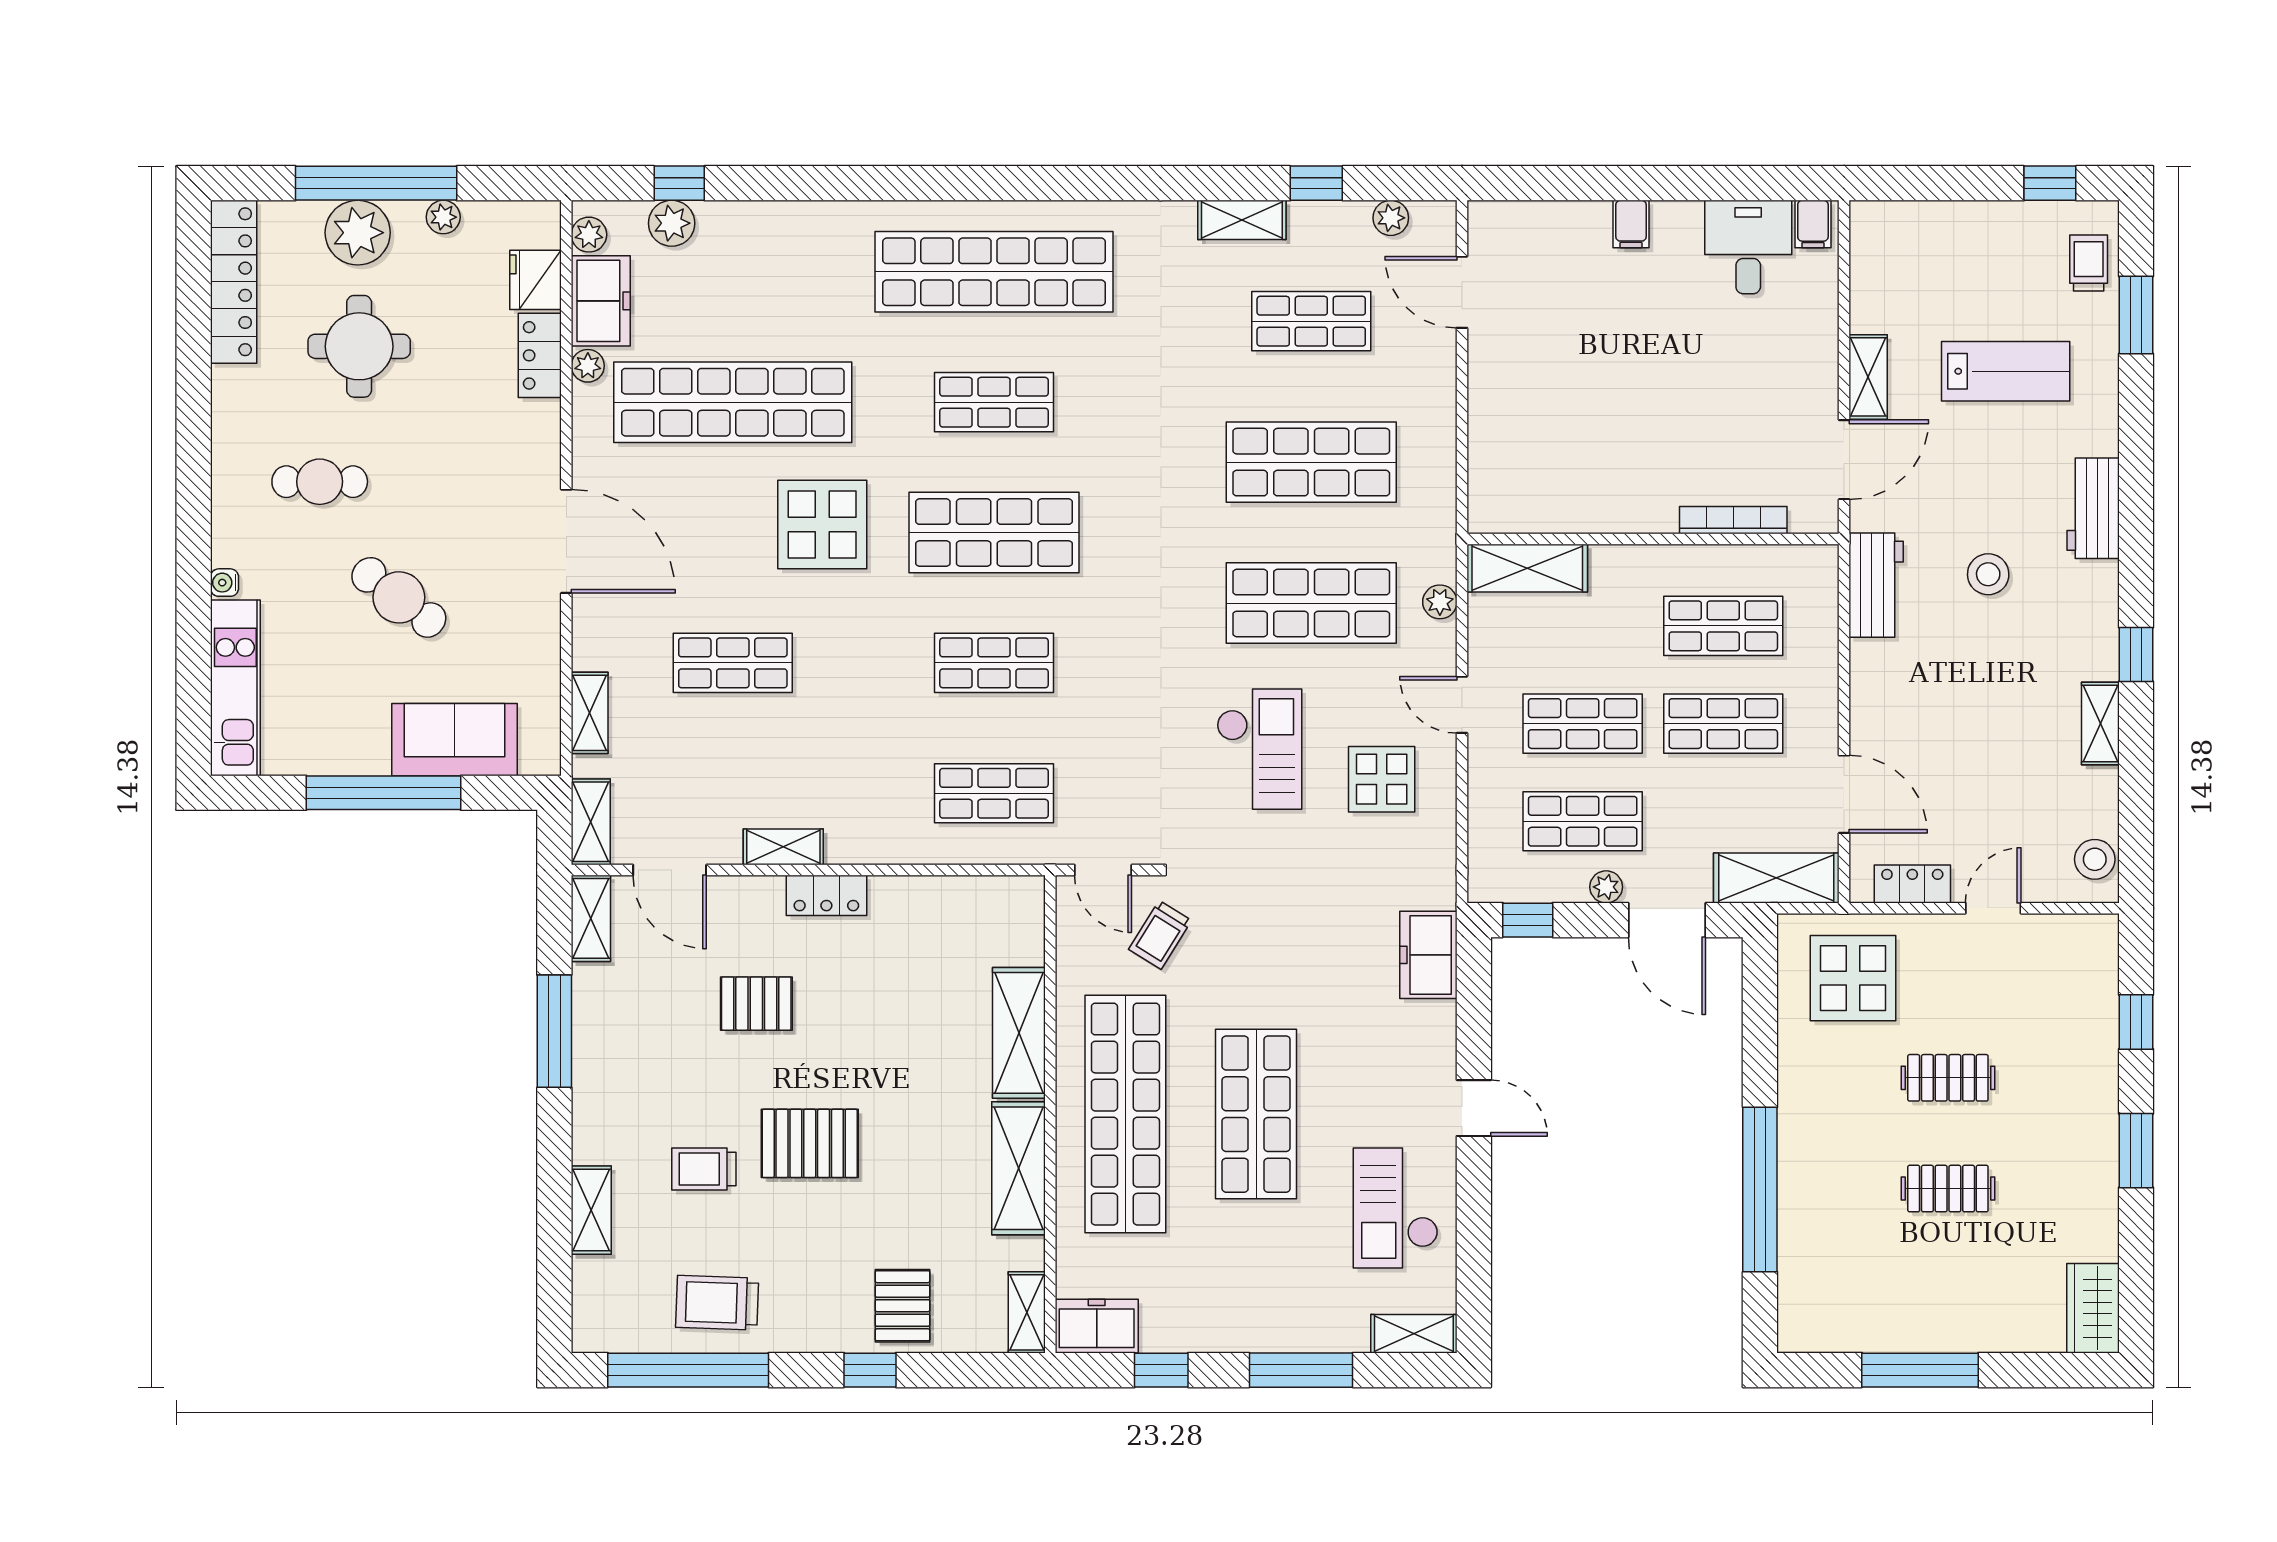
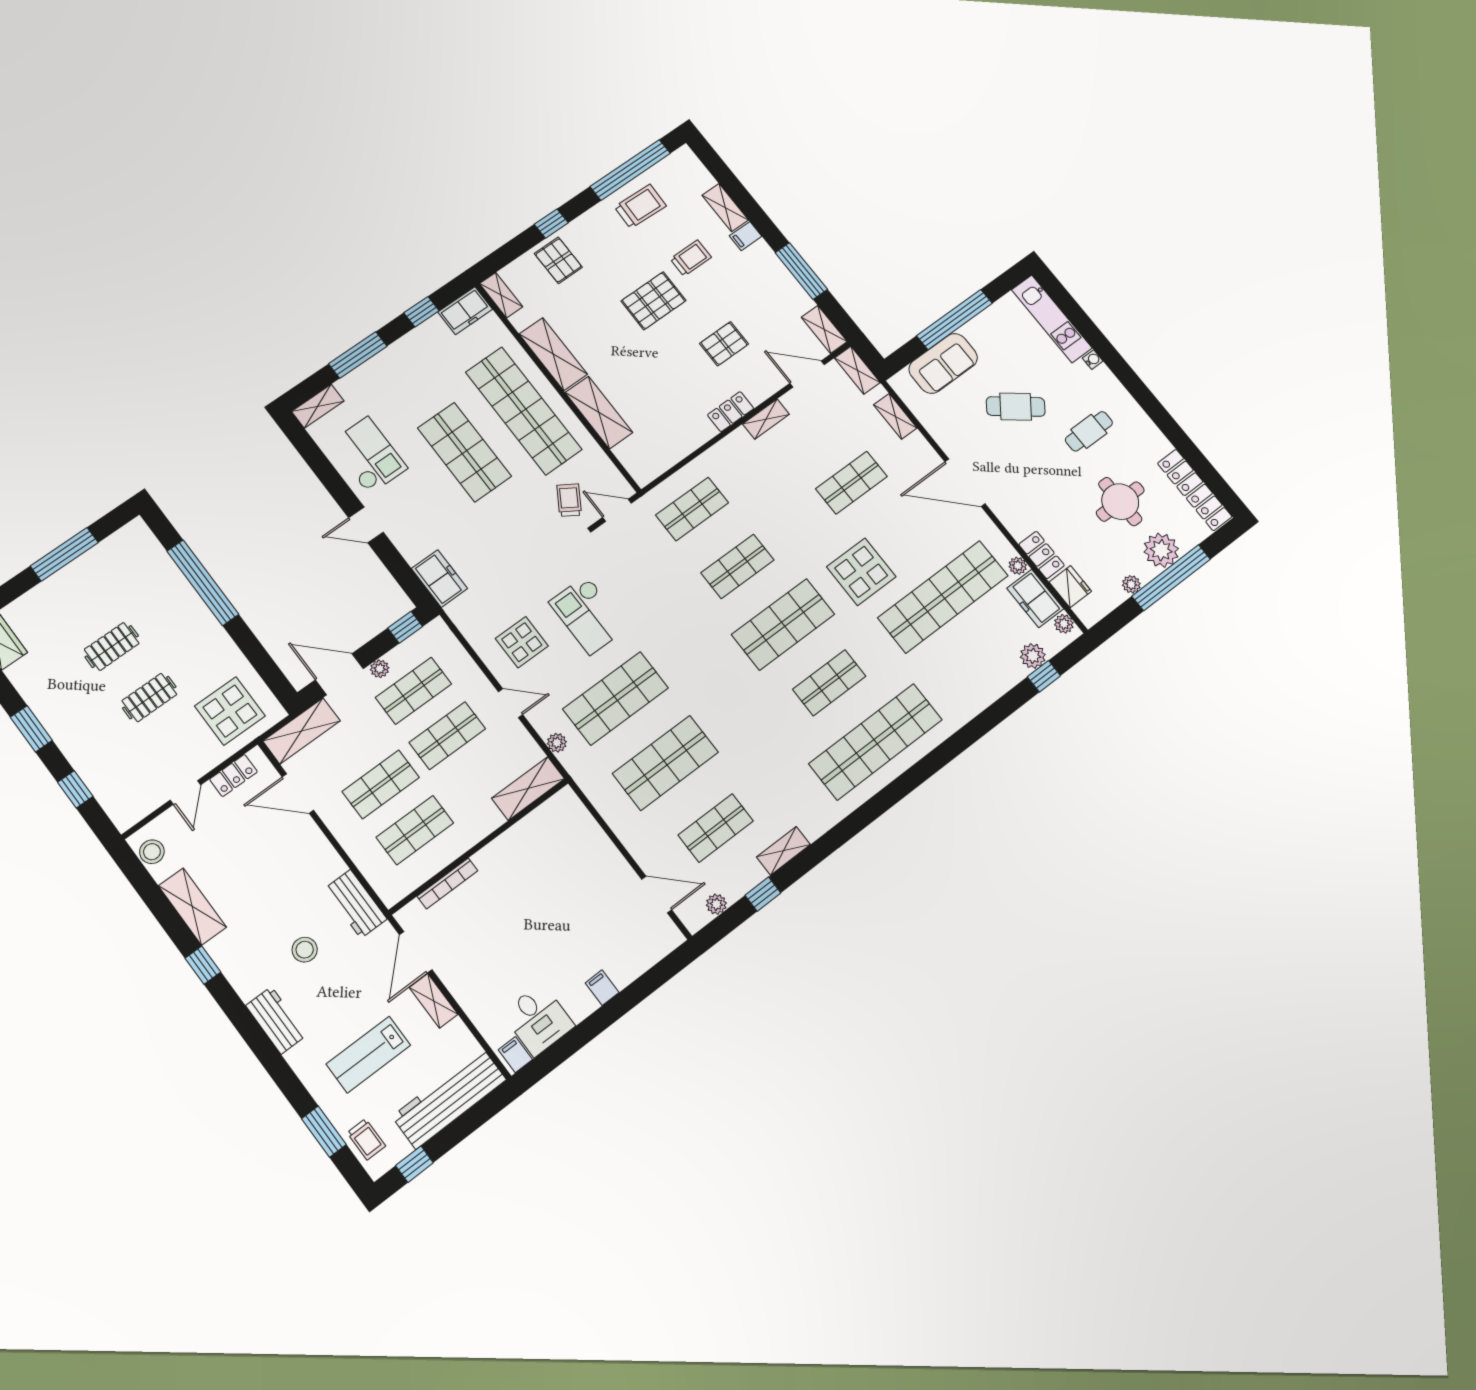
workbench: (1942, 234) -> (449, 1098), added
shelving: (2100, 723) -> (192, 907), width x1.50, depth x1.33
filing cabinet: (595, 1144) -> (746, 236), added

